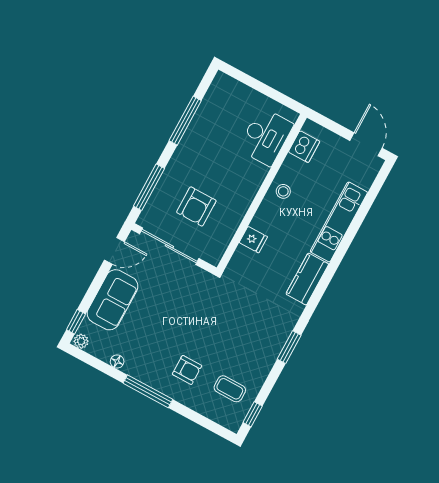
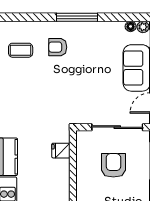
fridge: (253, 240) -> (61, 151), moved
floor lamp: (117, 361) -> (131, 26), moved

